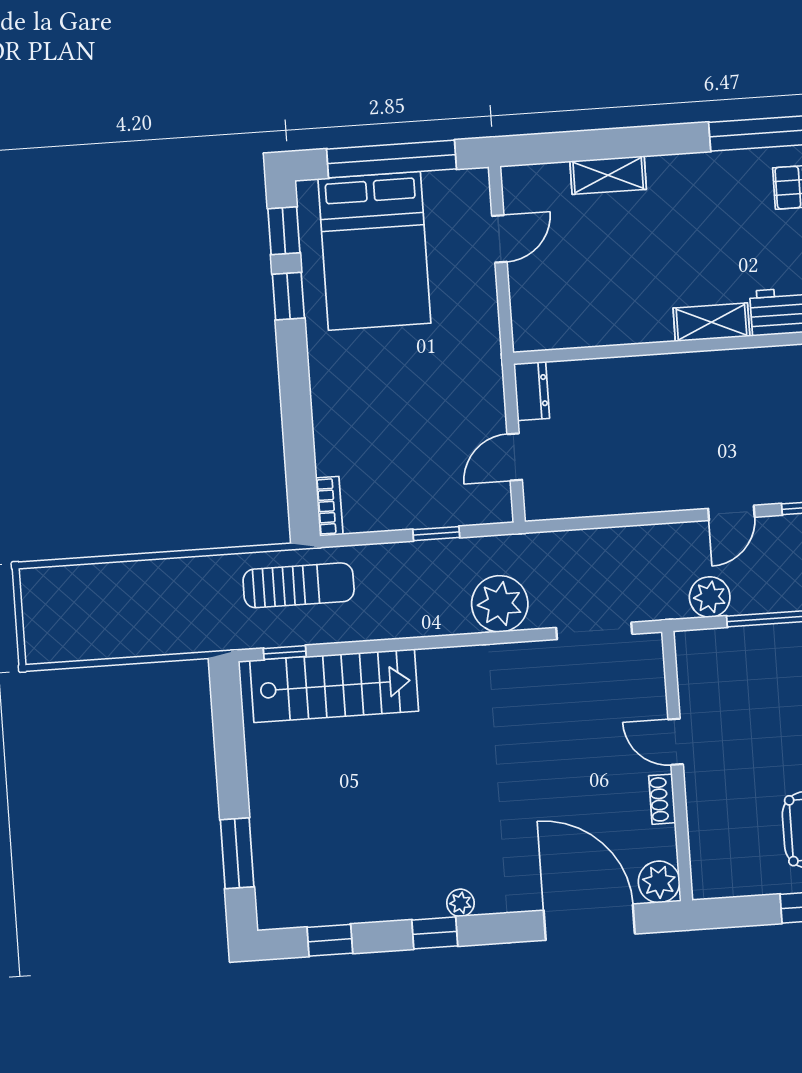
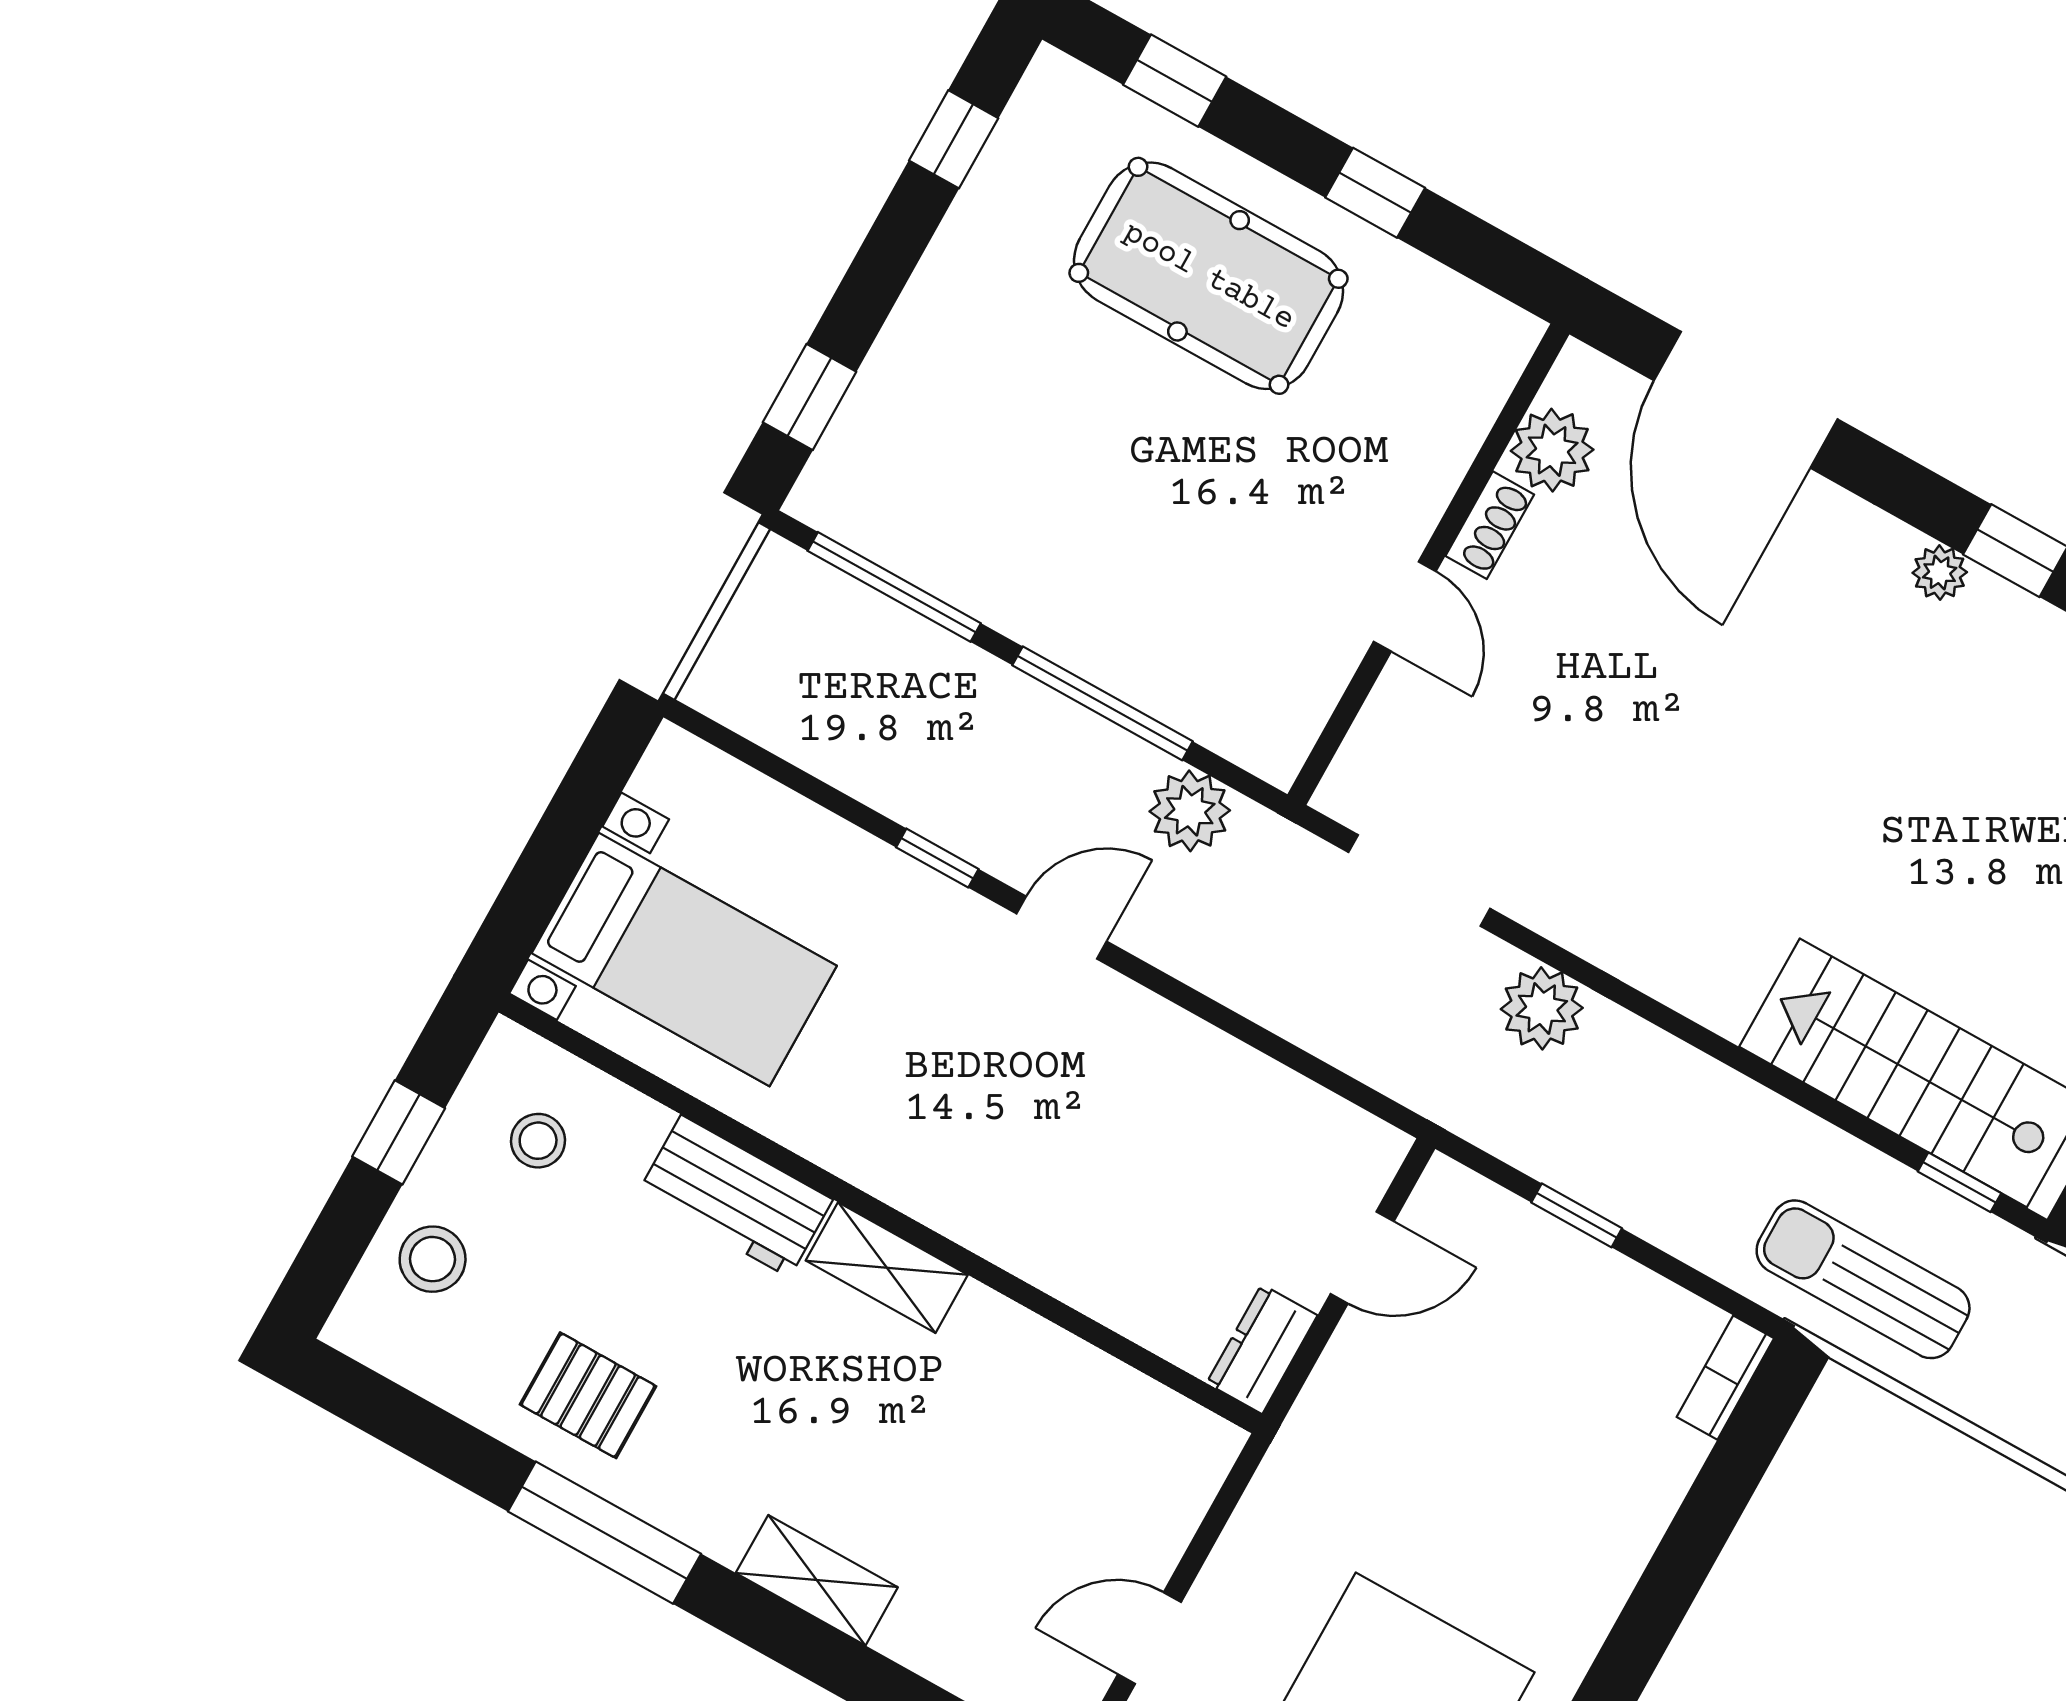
shelving: (608, 175) -> (817, 1580), moved
plant: (500, 604) -> (1542, 1008), width x0.73, depth x0.73
plant: (659, 882) -> (1552, 450), moved

